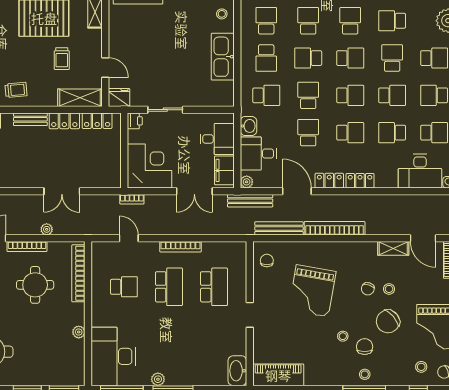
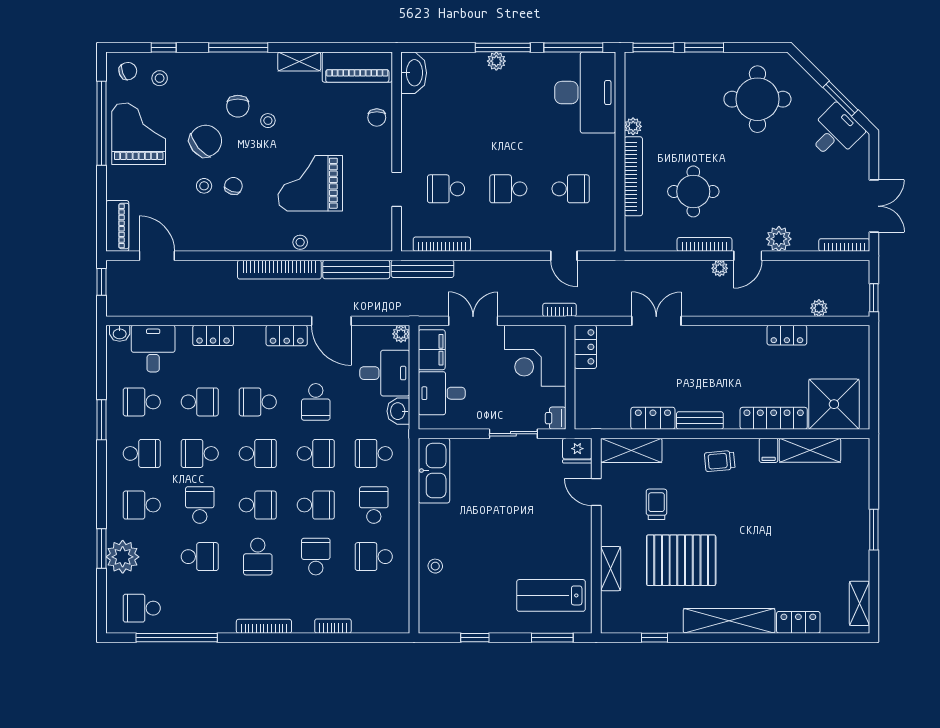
school desk: (266, 21) -> (374, 557), turned 90
school desk: (308, 21) -> (316, 557), turned 180
kitchen sink: (223, 57) -> (434, 471), moved
school desk: (350, 58) -> (258, 505), turned 180
school desk: (392, 58) -> (200, 505), turned 180
school desk: (308, 95) -> (316, 453), turned -90
school desk: (350, 95) -> (258, 453), turned 180
locker: (97, 121) -> (585, 347), moved, turned 90
desk: (420, 171) -> (153, 349), width x0.73
locker: (360, 181) -> (213, 335), moved
bench: (250, 201) -> (422, 269), moved
plant: (47, 229) -> (720, 268), moved
bookcase: (181, 247) -> (442, 244), moved
shelving: (393, 248) -> (299, 62), moved
chair: (267, 261) -> (377, 118), moved
bookcase: (78, 273) -> (633, 176), moved
school desk: (124, 287) -> (571, 189), turned 180
school desk: (169, 287) -> (508, 189), width x0.54
school desk: (214, 287) -> (446, 189), width x0.54
grand piano: (312, 291) -> (310, 183), turned -100
doorway: (250, 315) -> (397, 189), moved
stool: (365, 374) -> (300, 242), moved
plant: (158, 379) -> (496, 61), moved

